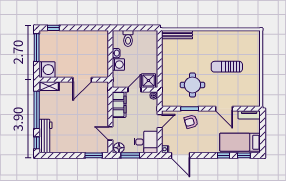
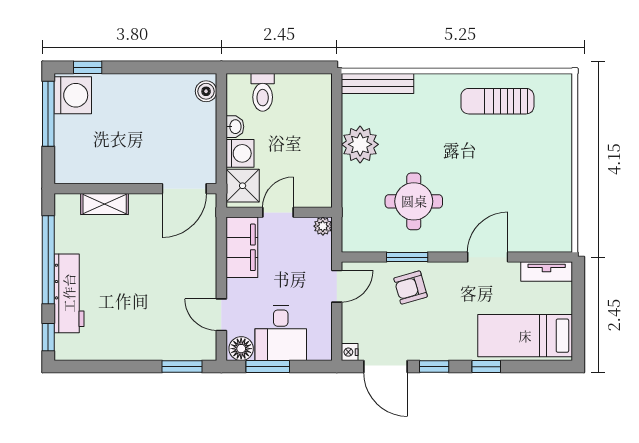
boiler: (104, 38) -> (206, 91), added
plant: (170, 61) -> (360, 144), added
sun lounger: (227, 67) -> (497, 101), moved
washing machine: (47, 70) -> (73, 95), moved
door: (82, 80) -> (184, 189), moved
shower: (148, 81) -> (243, 186), moved
shelving: (49, 86) -> (105, 204), moved
door: (224, 109) -> (488, 257), swing flipped
workbench: (45, 136) -> (69, 293), moved
desk: (146, 142) -> (281, 333), moved, turned 90
window: (244, 155) -> (434, 367), moved

